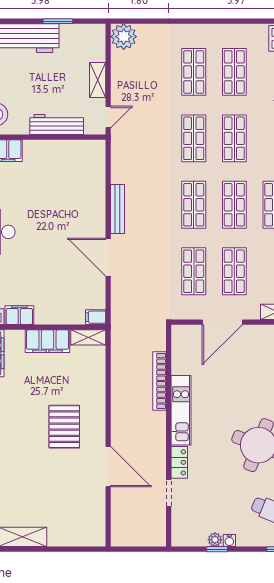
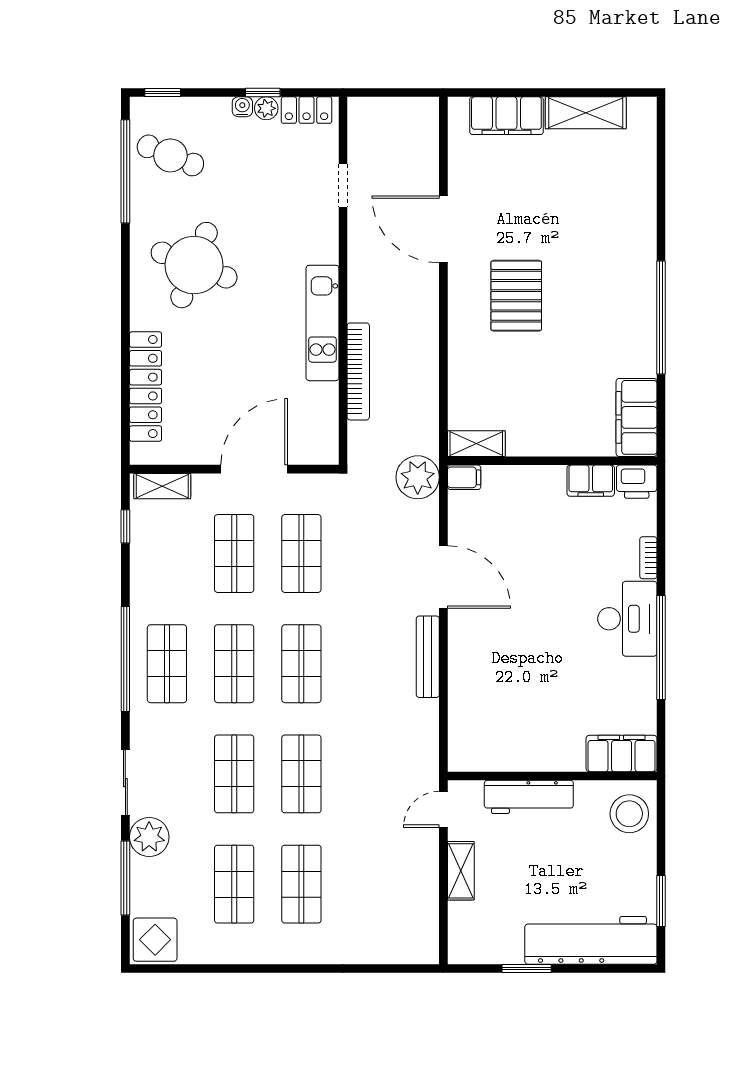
plant: (124, 37) -> (418, 477), moved
filing cabinet: (48, 341) -> (506, 116), moved, turned 180
locker: (179, 462) -> (307, 110), moved, turned -90

